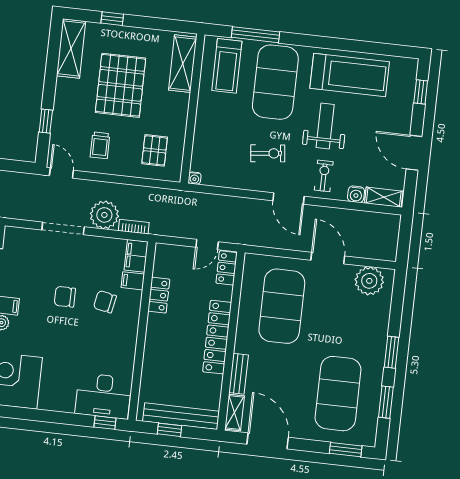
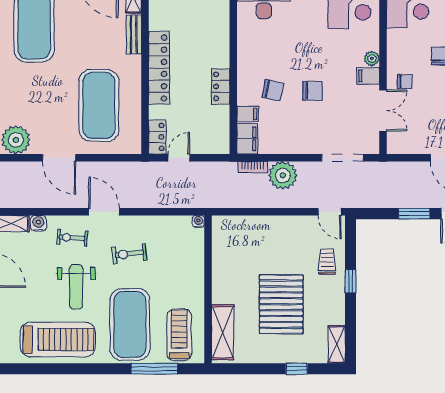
shelving: (71, 48) -> (337, 344), width x0.67, depth x0.75
treadmill: (350, 75) -> (58, 340), turned 180
window: (46, 121) -> (351, 281), moved
trolley: (100, 145) -> (327, 262), moved
pallet: (155, 150) -> (241, 244), removed
exercise bike: (324, 176) -> (72, 238), turned 94
doorway: (63, 228) -> (343, 158), moved
locker: (159, 295) -> (221, 86), moved

